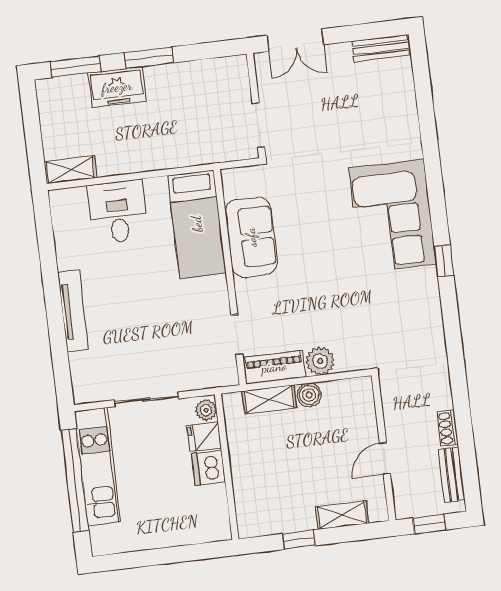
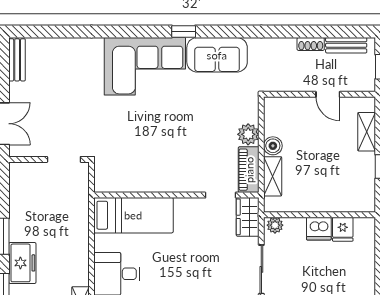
sofa: (251, 237) -> (217, 55), moved, turned 180
wardrobe: (213, 373) -> (248, 217), added
fridge: (204, 437) -> (343, 229), moved

